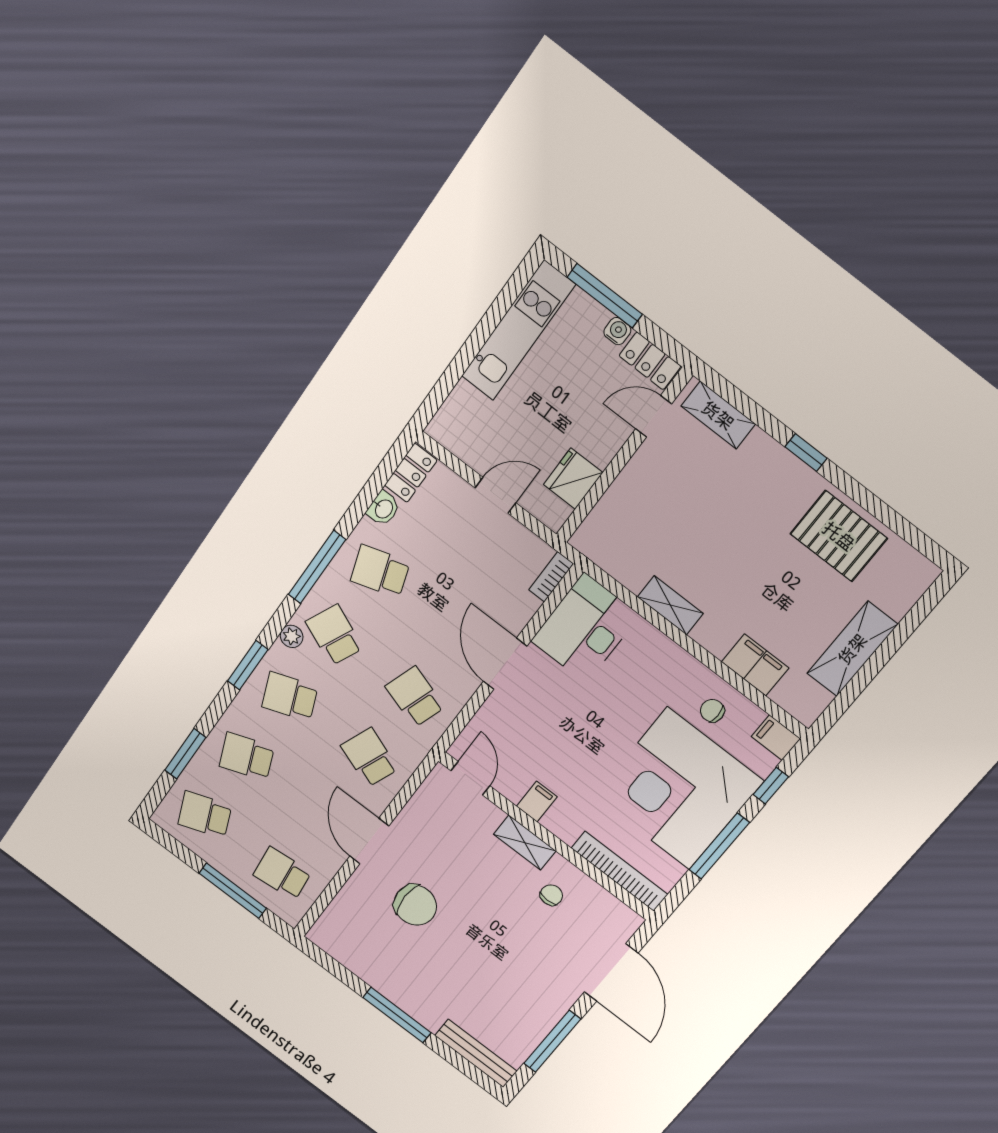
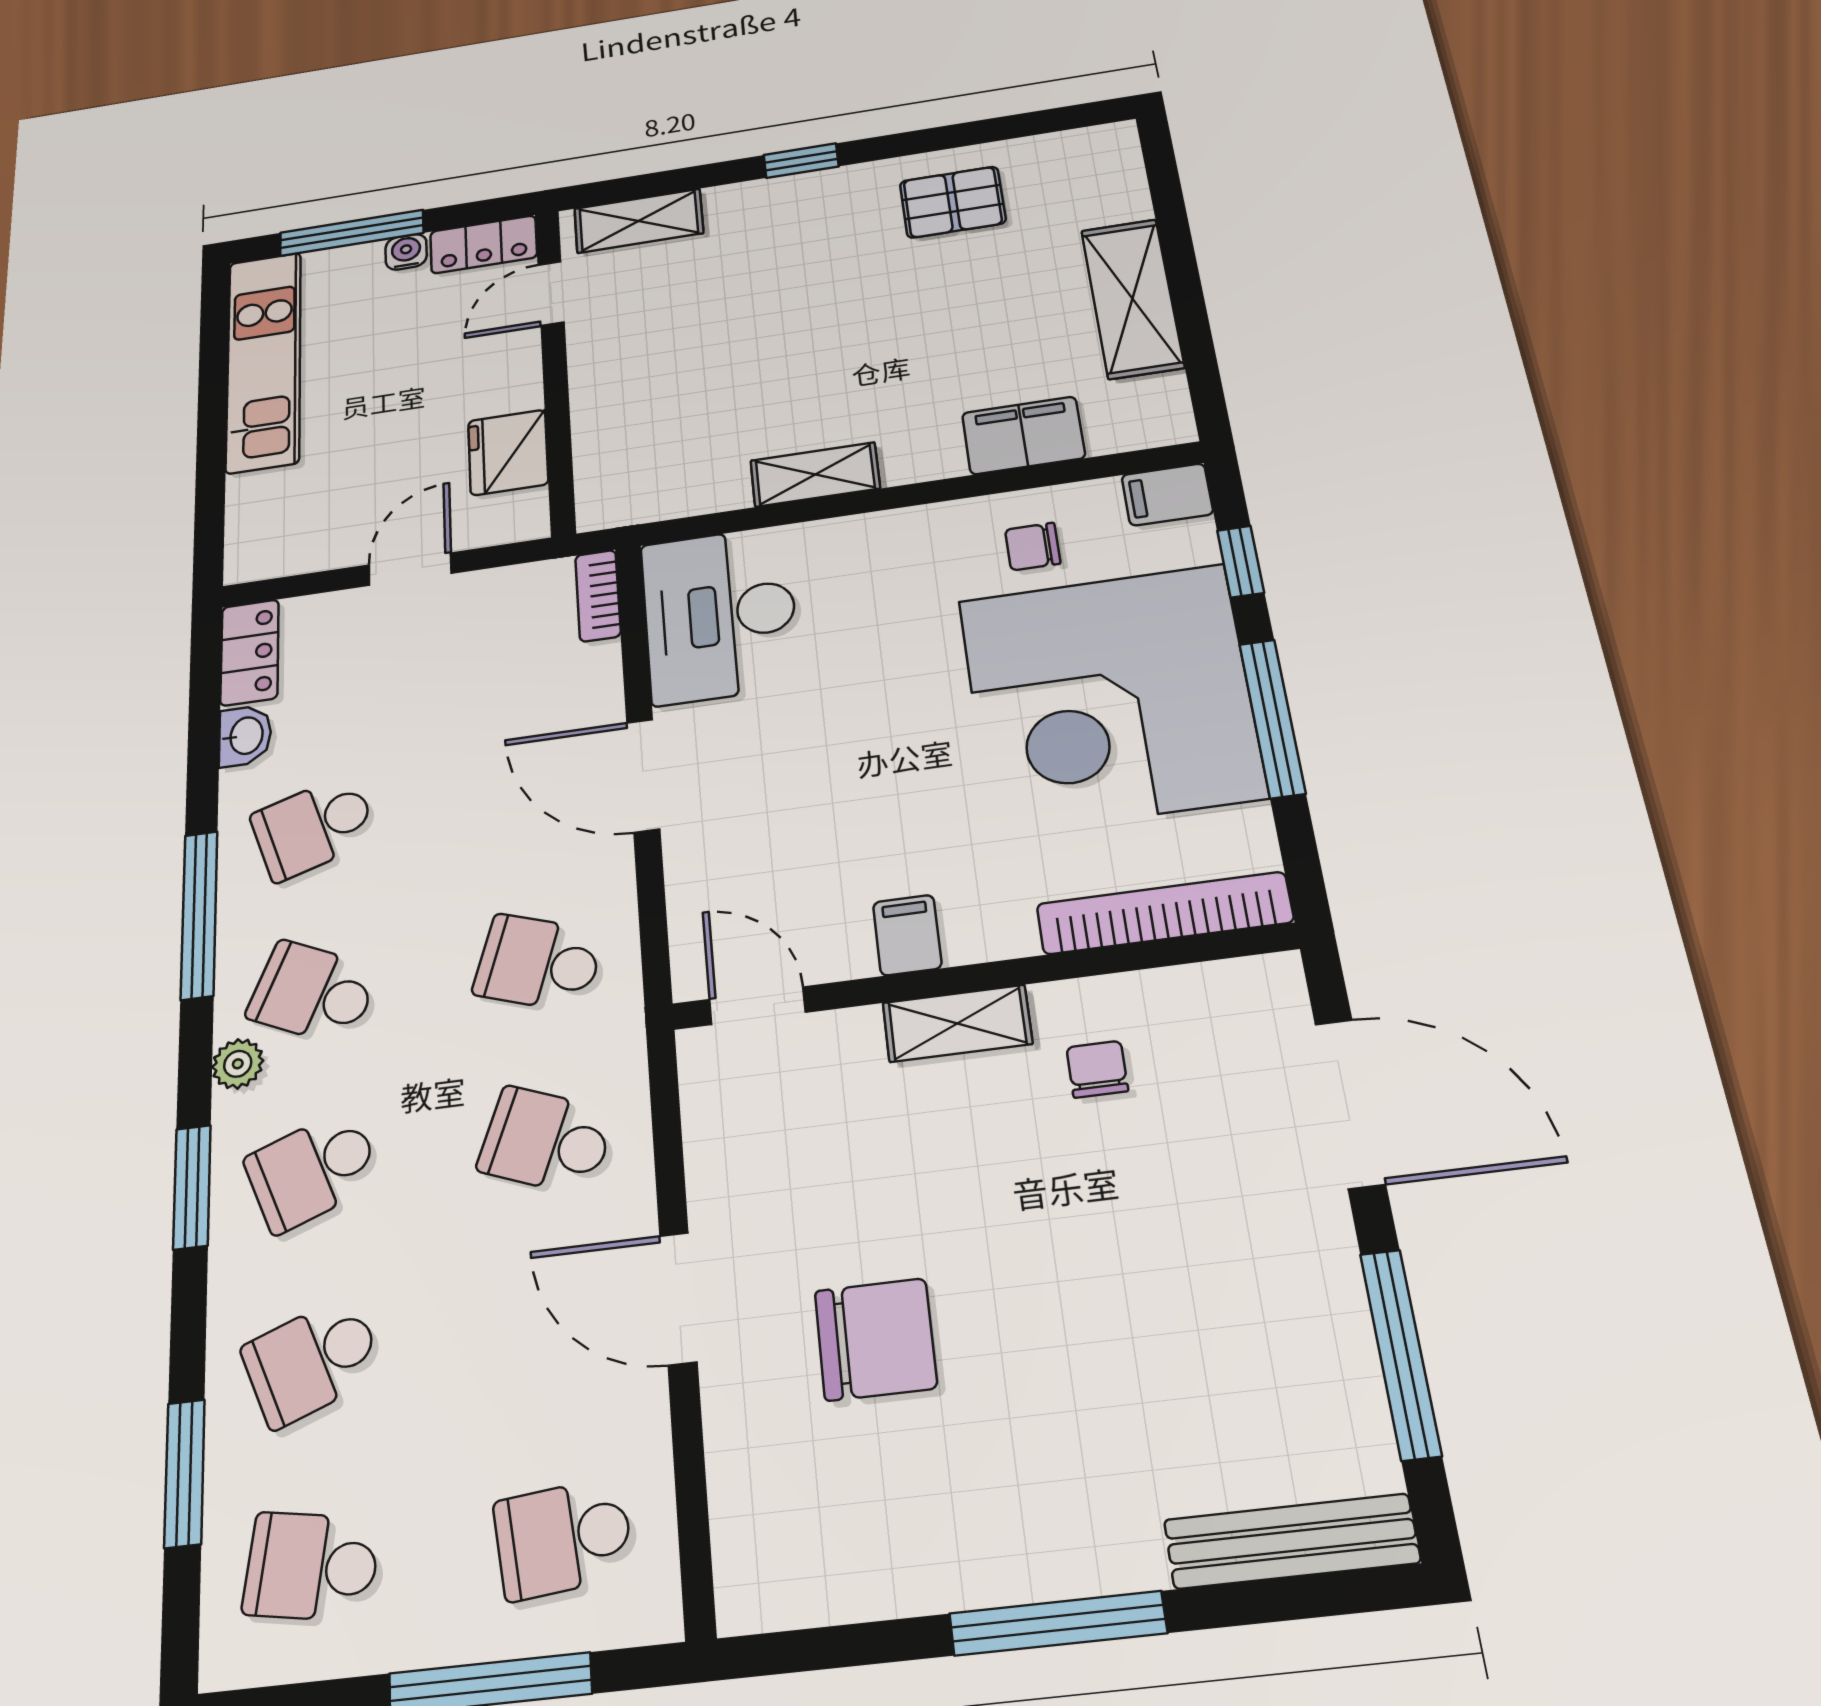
pallet: (839, 536) -> (953, 202), width x0.67, depth x0.71
school desk: (205, 815) -> (312, 1566), turned 30

